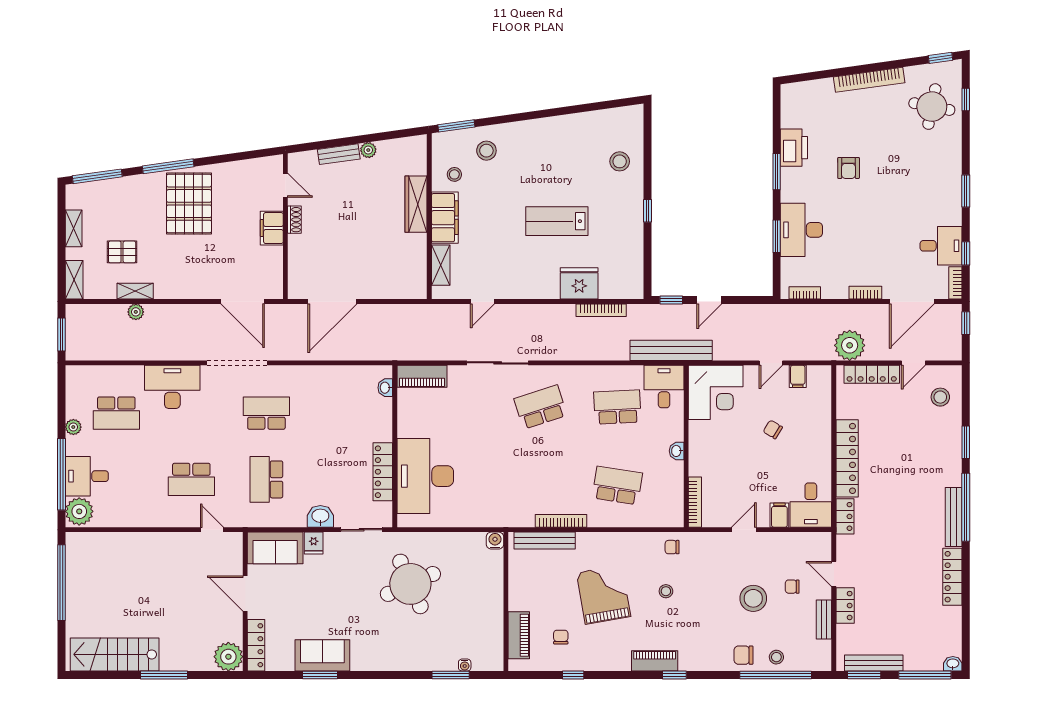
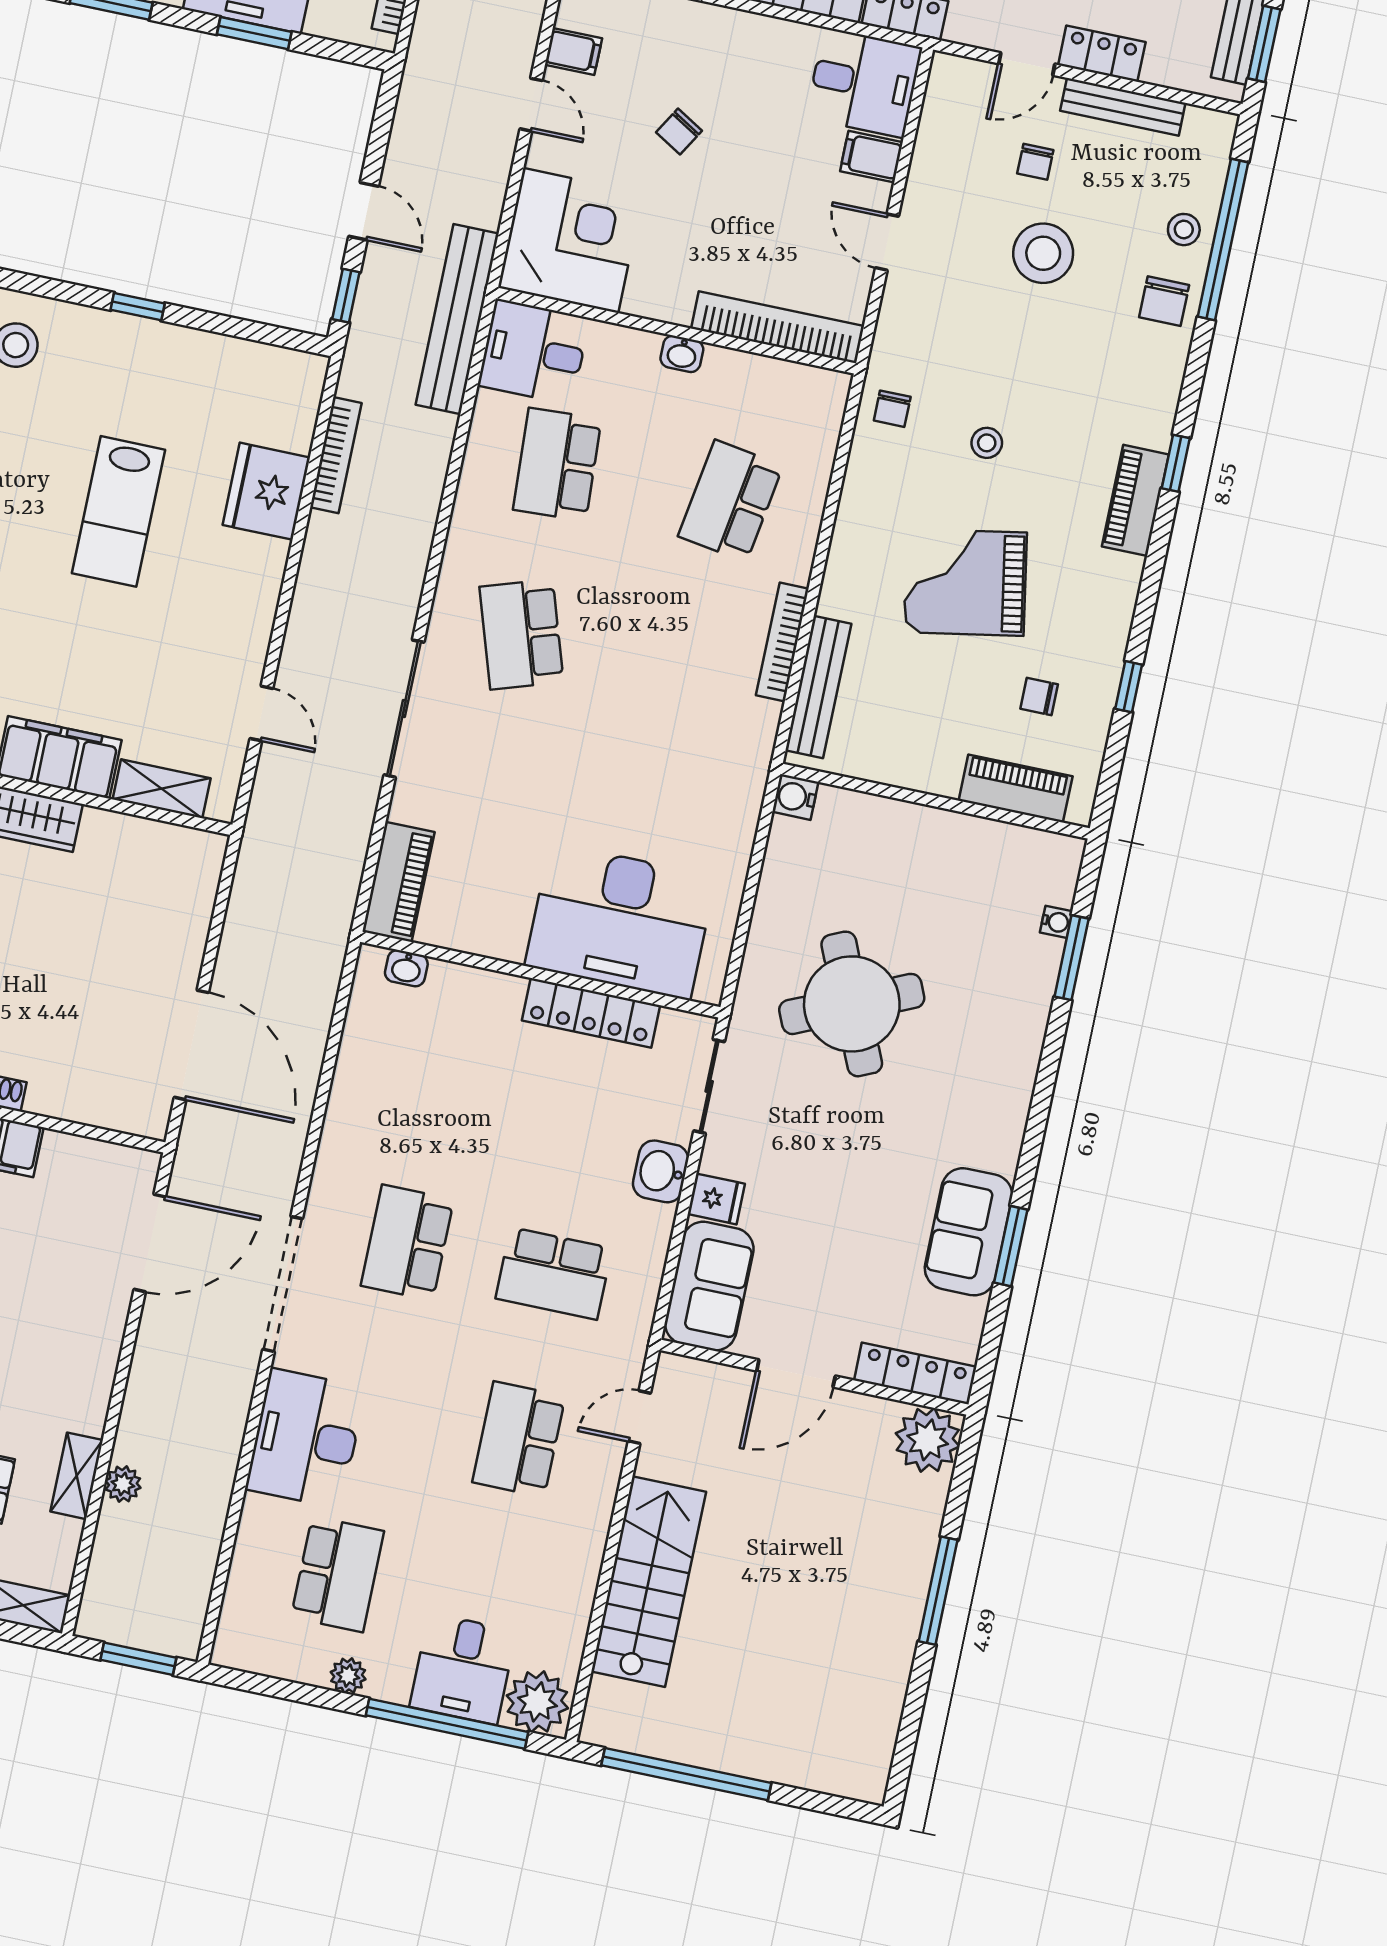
school desk: (191, 479) -> (519, 1439), turned 180
bookcase: (695, 502) -> (778, 327), width x1.48, depth x1.31
bench: (824, 619) -> (1123, 107), width x1.36
stairs: (115, 654) -> (649, 1582), moved, turned 180

